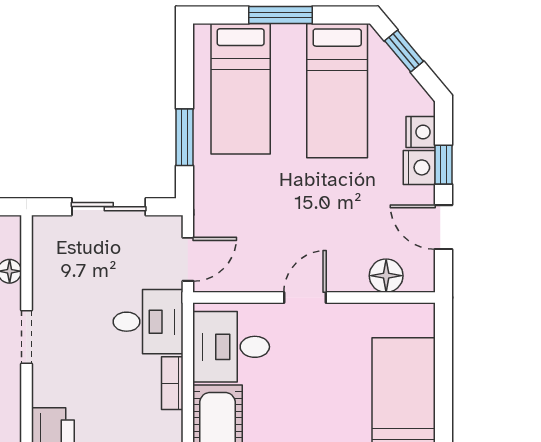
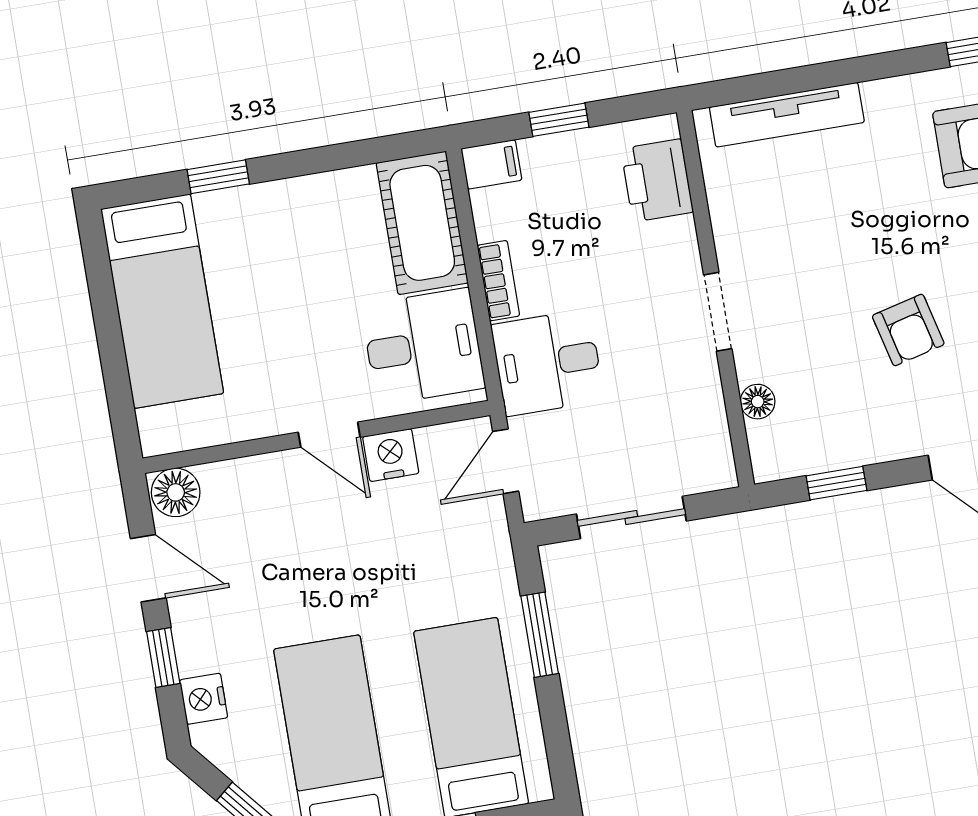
nightstand: (419, 167) -> (391, 455), moved, turned 90
floor lamp: (386, 276) -> (176, 492), moved
door: (305, 297) -> (329, 435), hinge flipped

